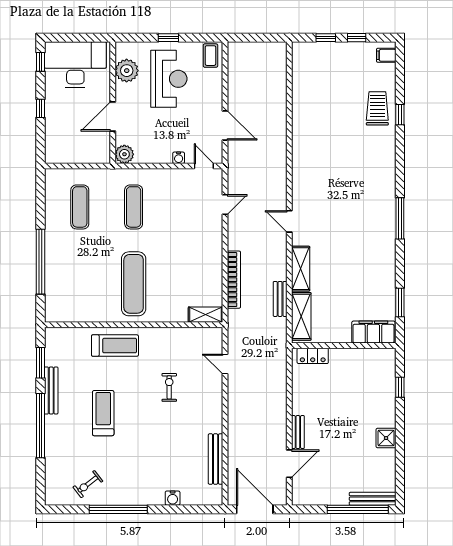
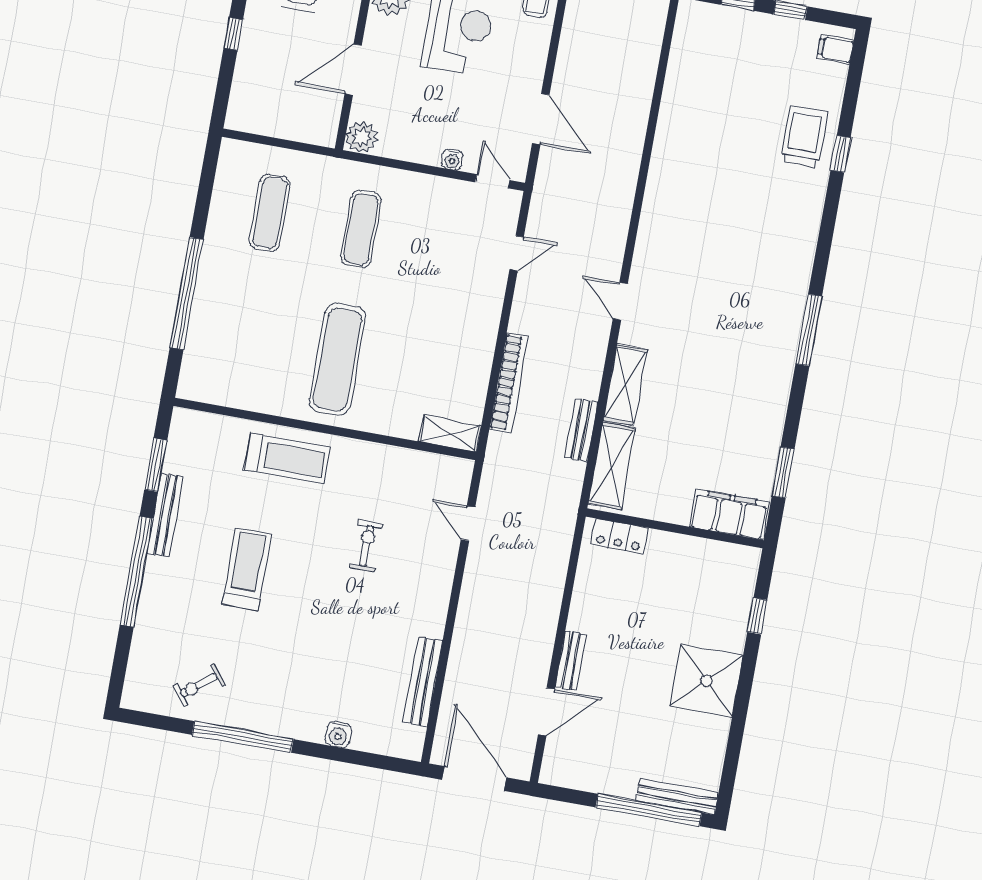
shower: (386, 438) -> (706, 681), width x1.86, depth x1.86

